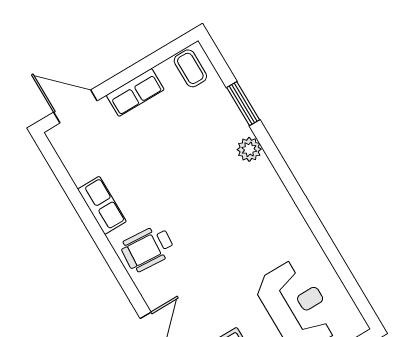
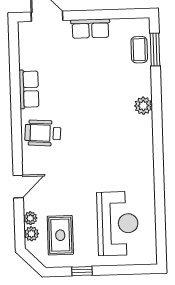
coffee table: (190, 68) -> (139, 50), moved
window: (243, 104) -> (155, 49), moved

